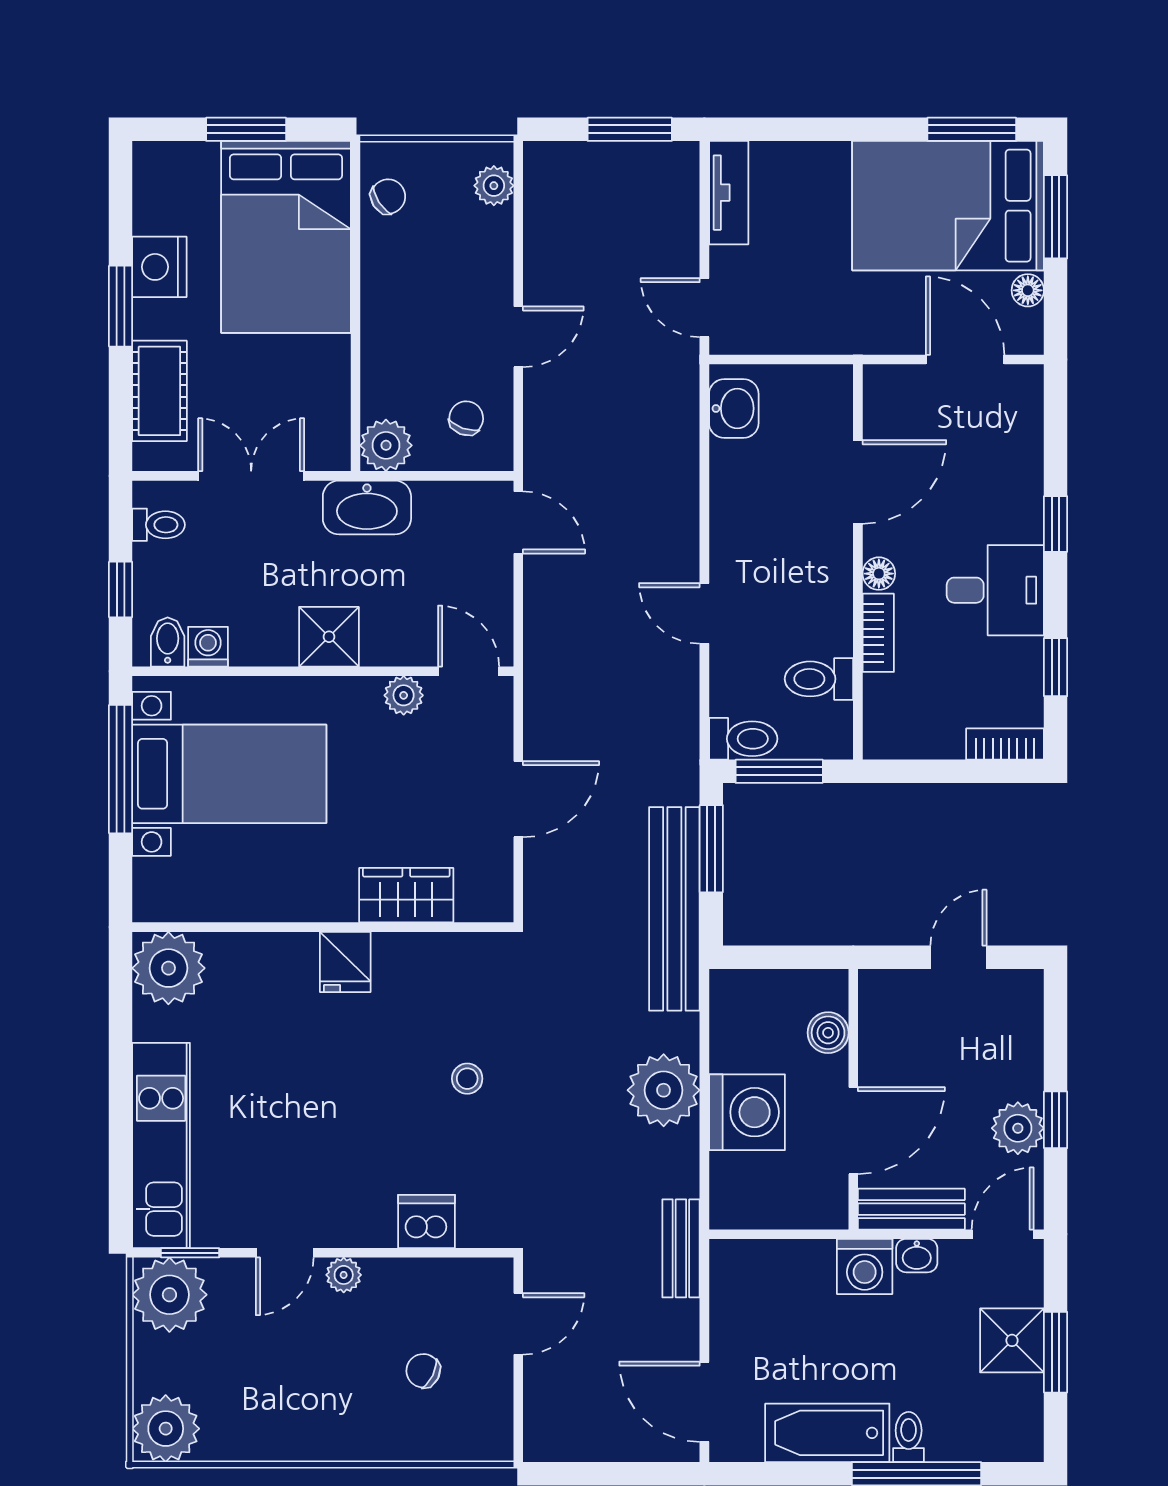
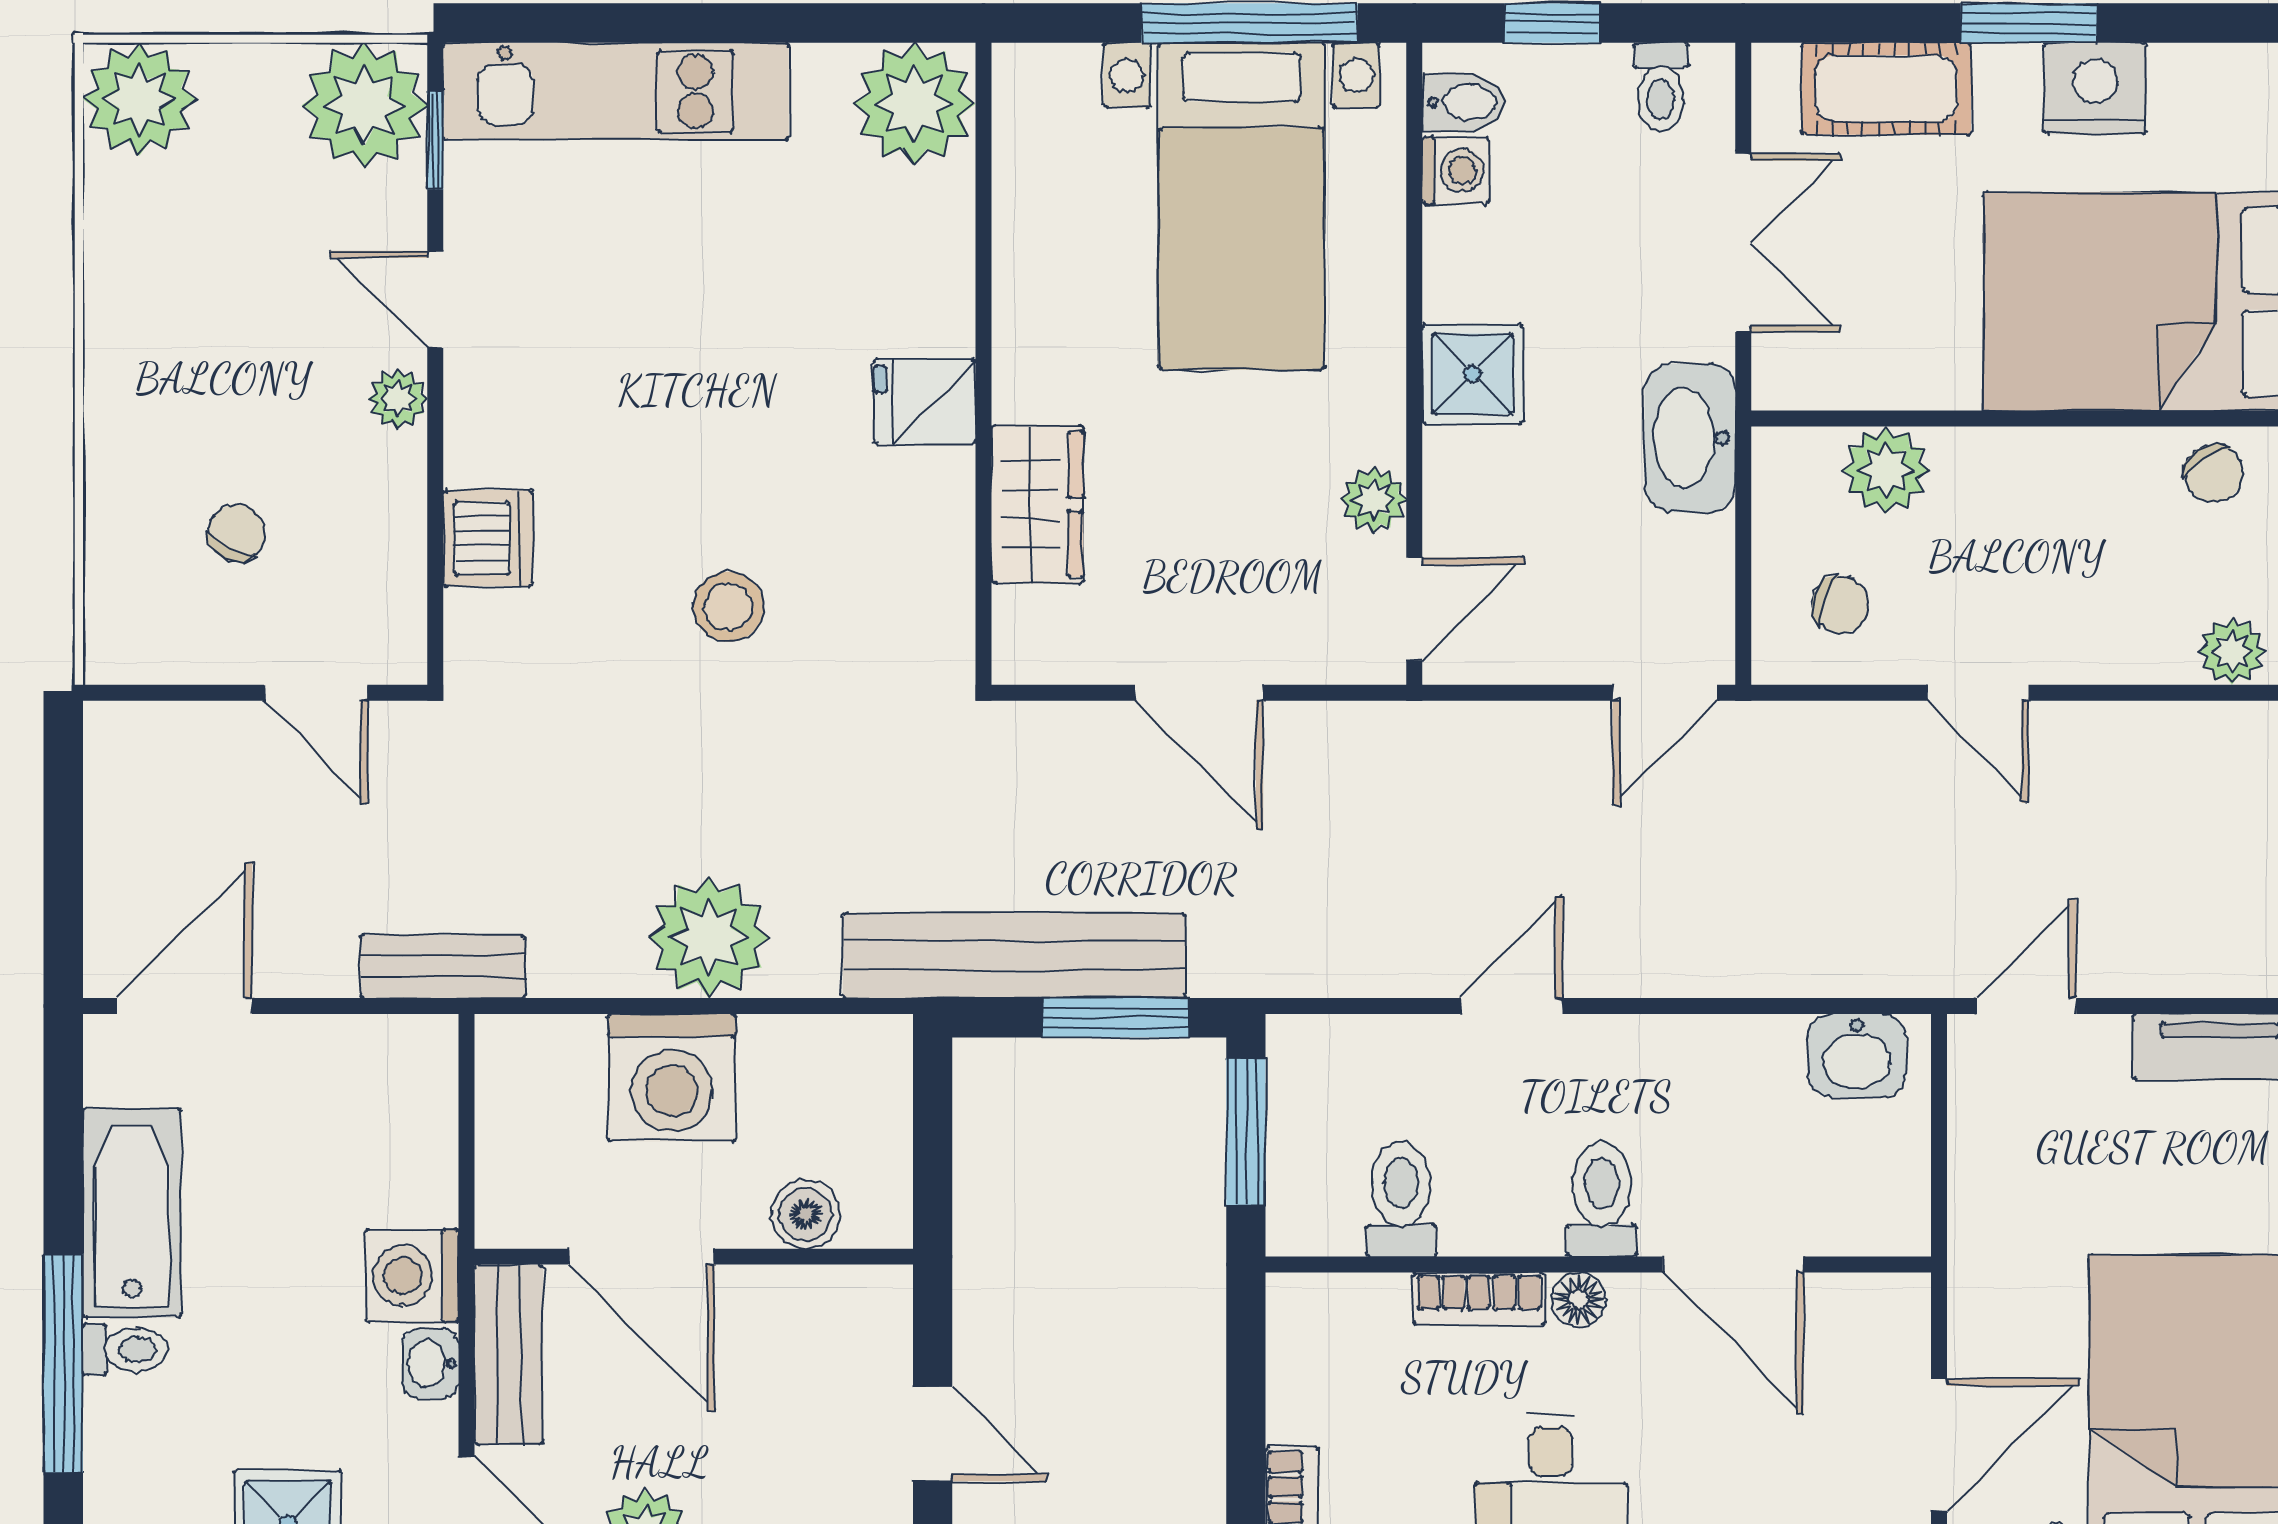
plant: (386, 445) -> (1886, 470), moved
toilet: (743, 739) -> (1602, 1199), moved, turned 180
stool: (467, 1079) -> (728, 607), width x1.37, depth x1.37

